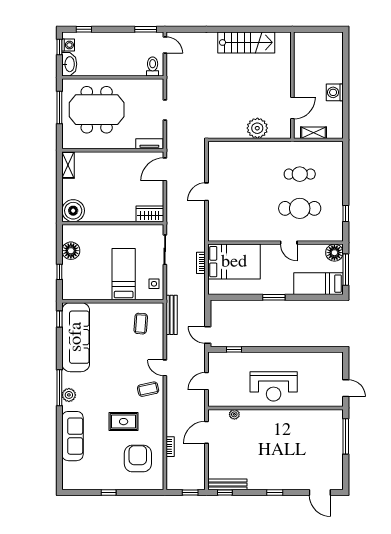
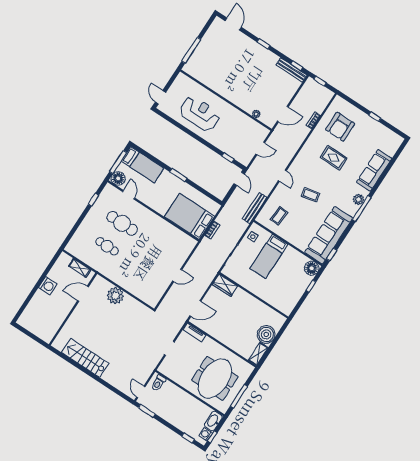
meeting table: (97, 110) -> (215, 378), turned 90
boiler: (73, 211) -> (266, 334), moved
door: (289, 243) -> (129, 195), moved
floor lamp: (71, 251) -> (312, 268), moved
reception desk: (274, 386) -> (200, 114), moved
door: (346, 388) -> (160, 97), moved
coffee table: (148, 389) -> (311, 195), moved

